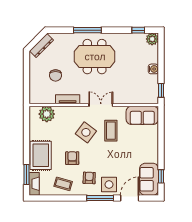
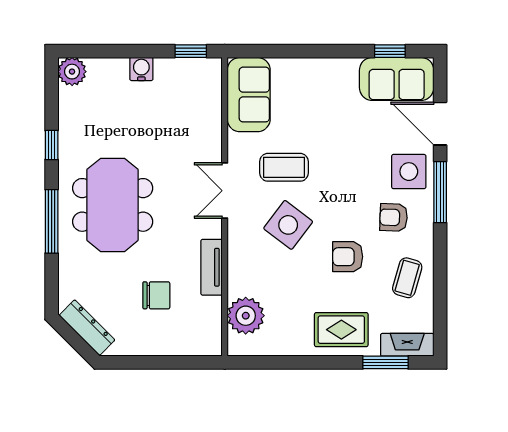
window: (138, 30) -> (52, 145), moved
rug: (41, 155) -> (341, 330), width x0.73, depth x0.70

